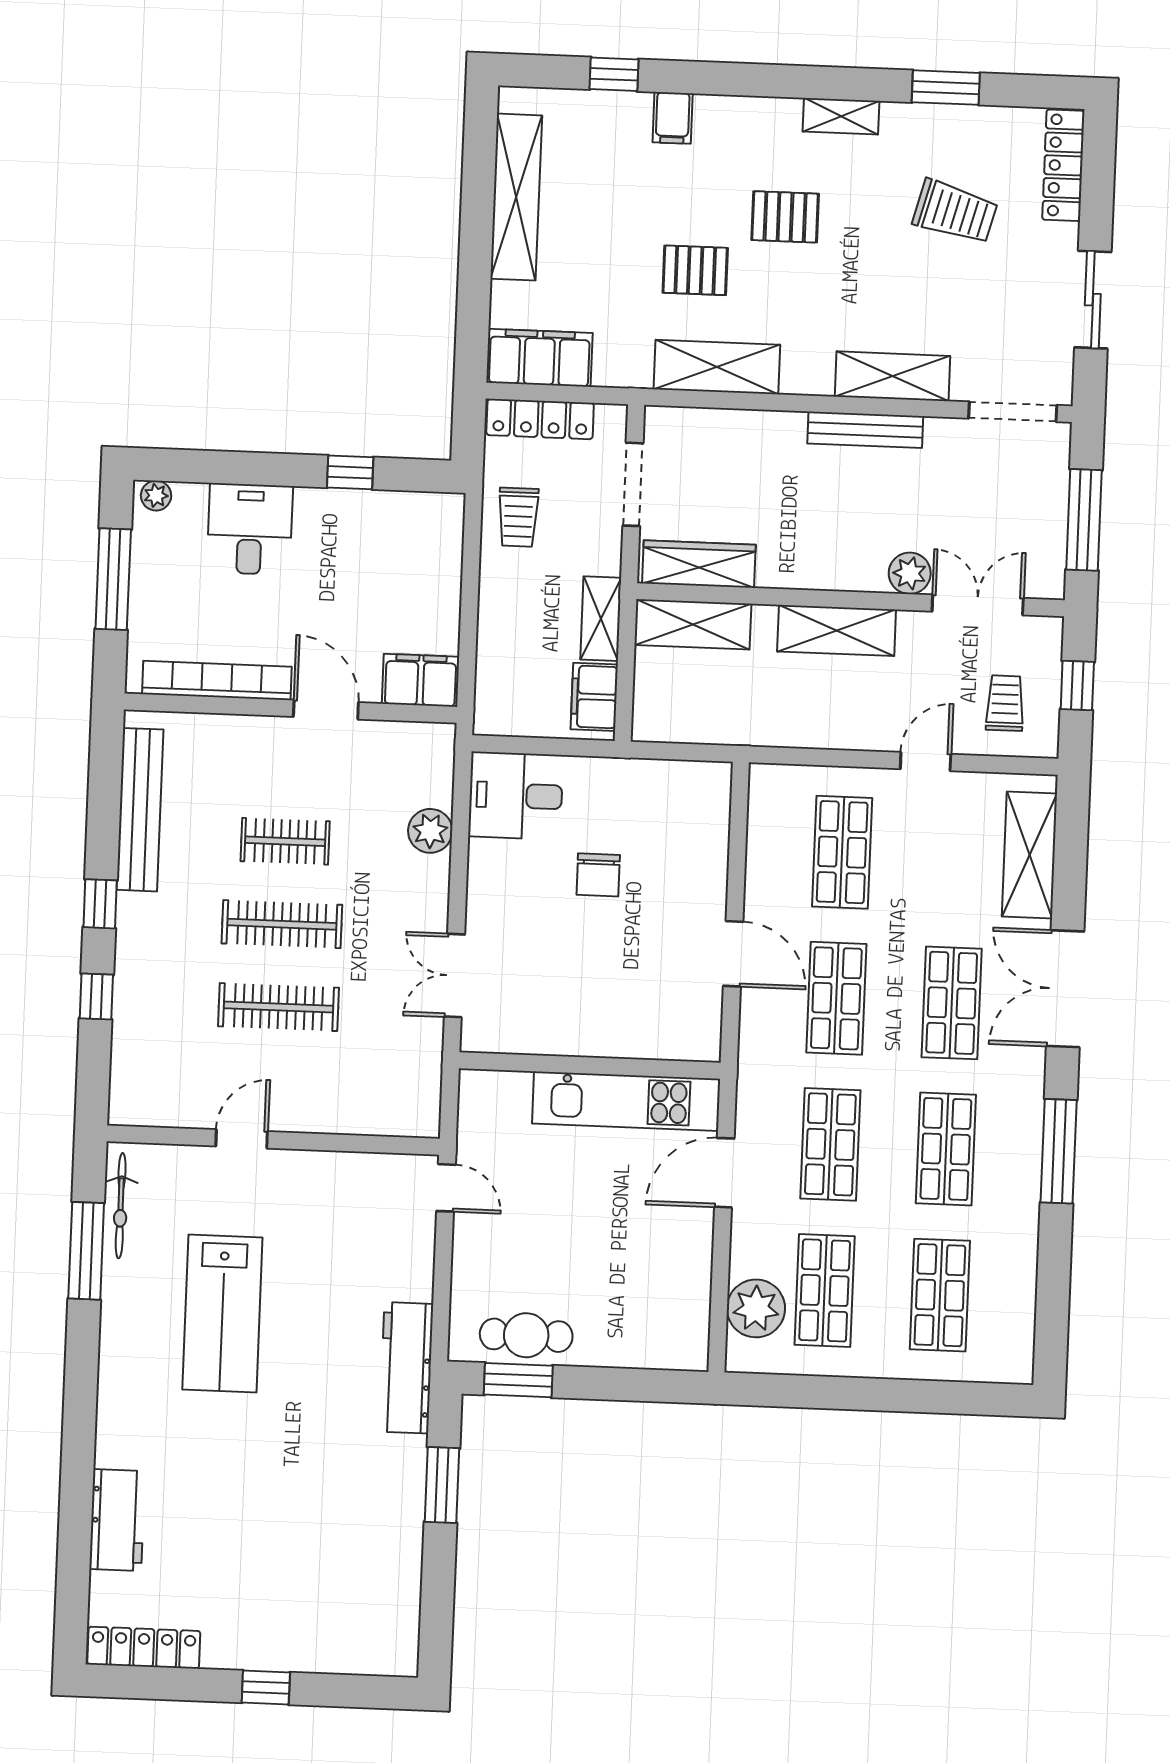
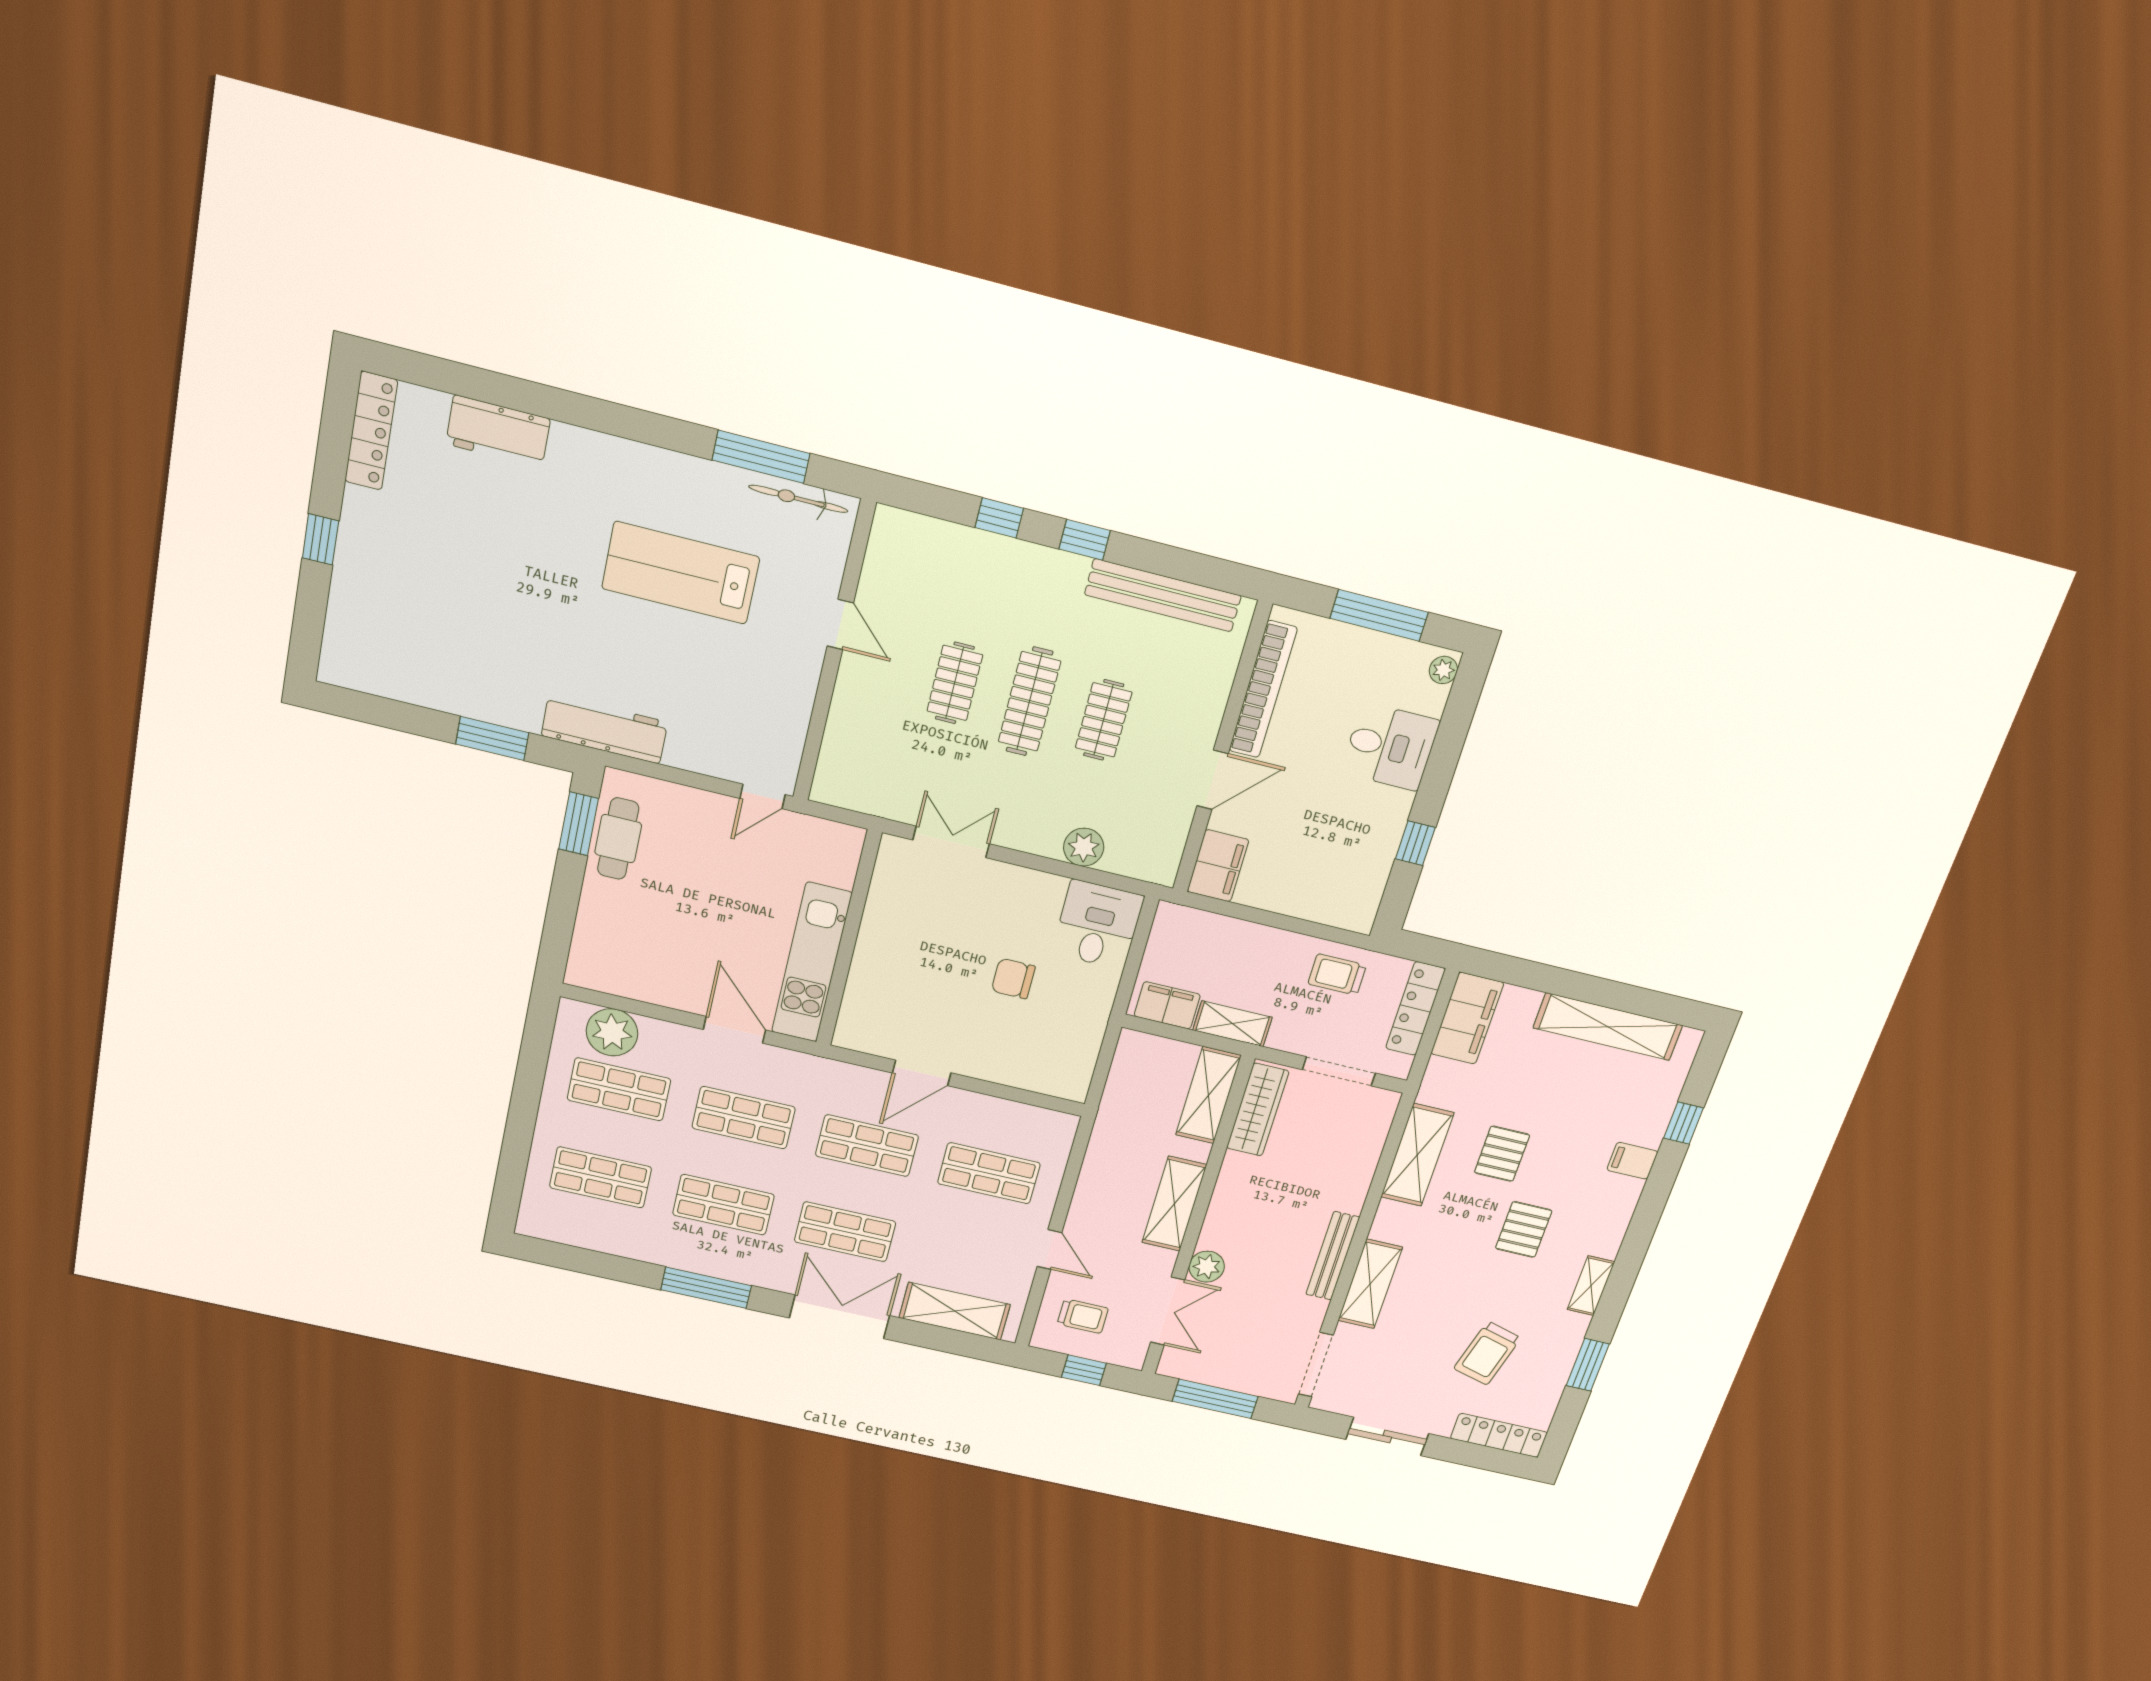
clothes rail: (279, 1007) -> (955, 683), width x0.73

